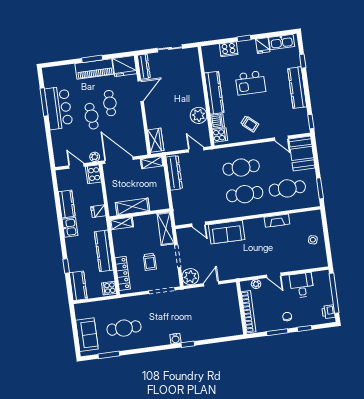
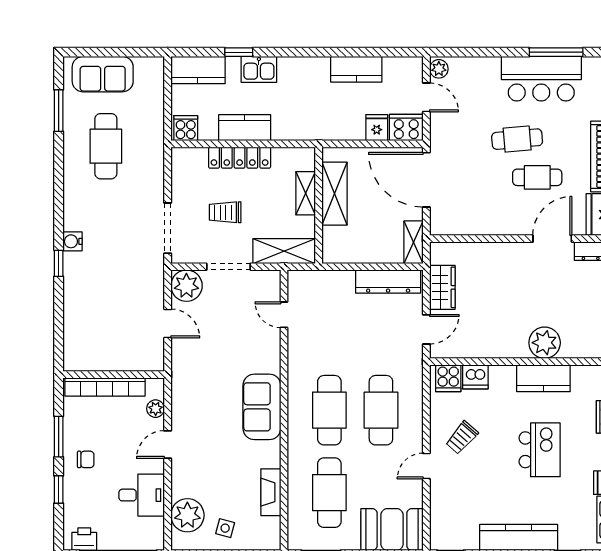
kitchen island: (250, 83) -> (540, 450), turned 180
door: (141, 91) -> (552, 239), swing flipped
kitchen counter: (214, 93) -> (543, 378), width x0.67
plant: (199, 115) -> (545, 343), moved
door: (281, 138) -> (426, 466), moved
wardrobe: (156, 140) -> (442, 287), moved, turned -90
plant: (95, 157) -> (439, 69), moved
door: (119, 160) -> (426, 180), swing flipped
door: (76, 166) -> (426, 97), hinge flipped
fridge: (98, 211) -> (377, 128), moved
fireplace: (277, 221) -> (271, 492), moved
shelving: (122, 223) -> (306, 193), moved
door: (199, 224) -> (284, 315), hinge flipped
kitchen sink: (70, 227) -> (259, 69), moved
sofa: (227, 232) -> (262, 407), moved
kitchen counter: (104, 251) -> (245, 128), width x0.67
plant: (309, 260) -> (187, 515), added
locker: (123, 273) -> (240, 158), moved

